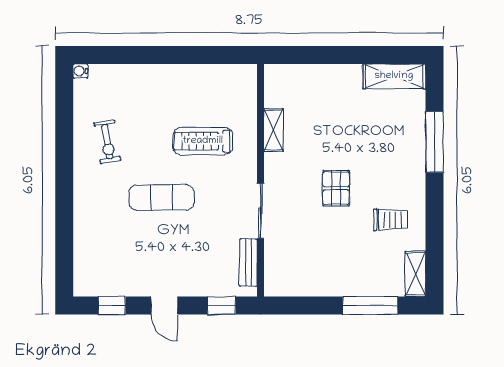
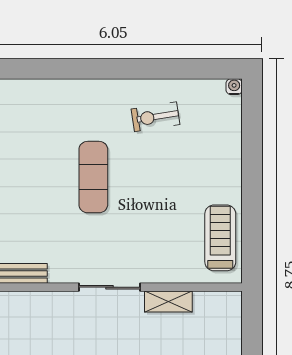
treadmill: (203, 141) -> (220, 238), moved
sliding door: (260, 211) -> (109, 287), moved

